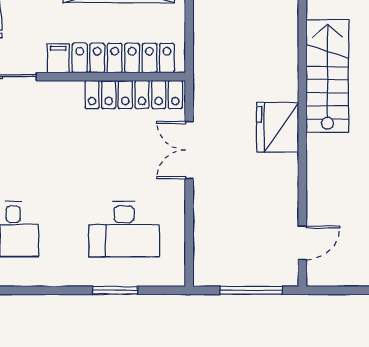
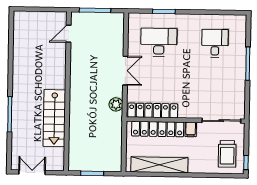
plant: (206, 105) -> (116, 104), added
fridge: (278, 127) -> (80, 93), removed
double door: (189, 150) -> (125, 71), moved

